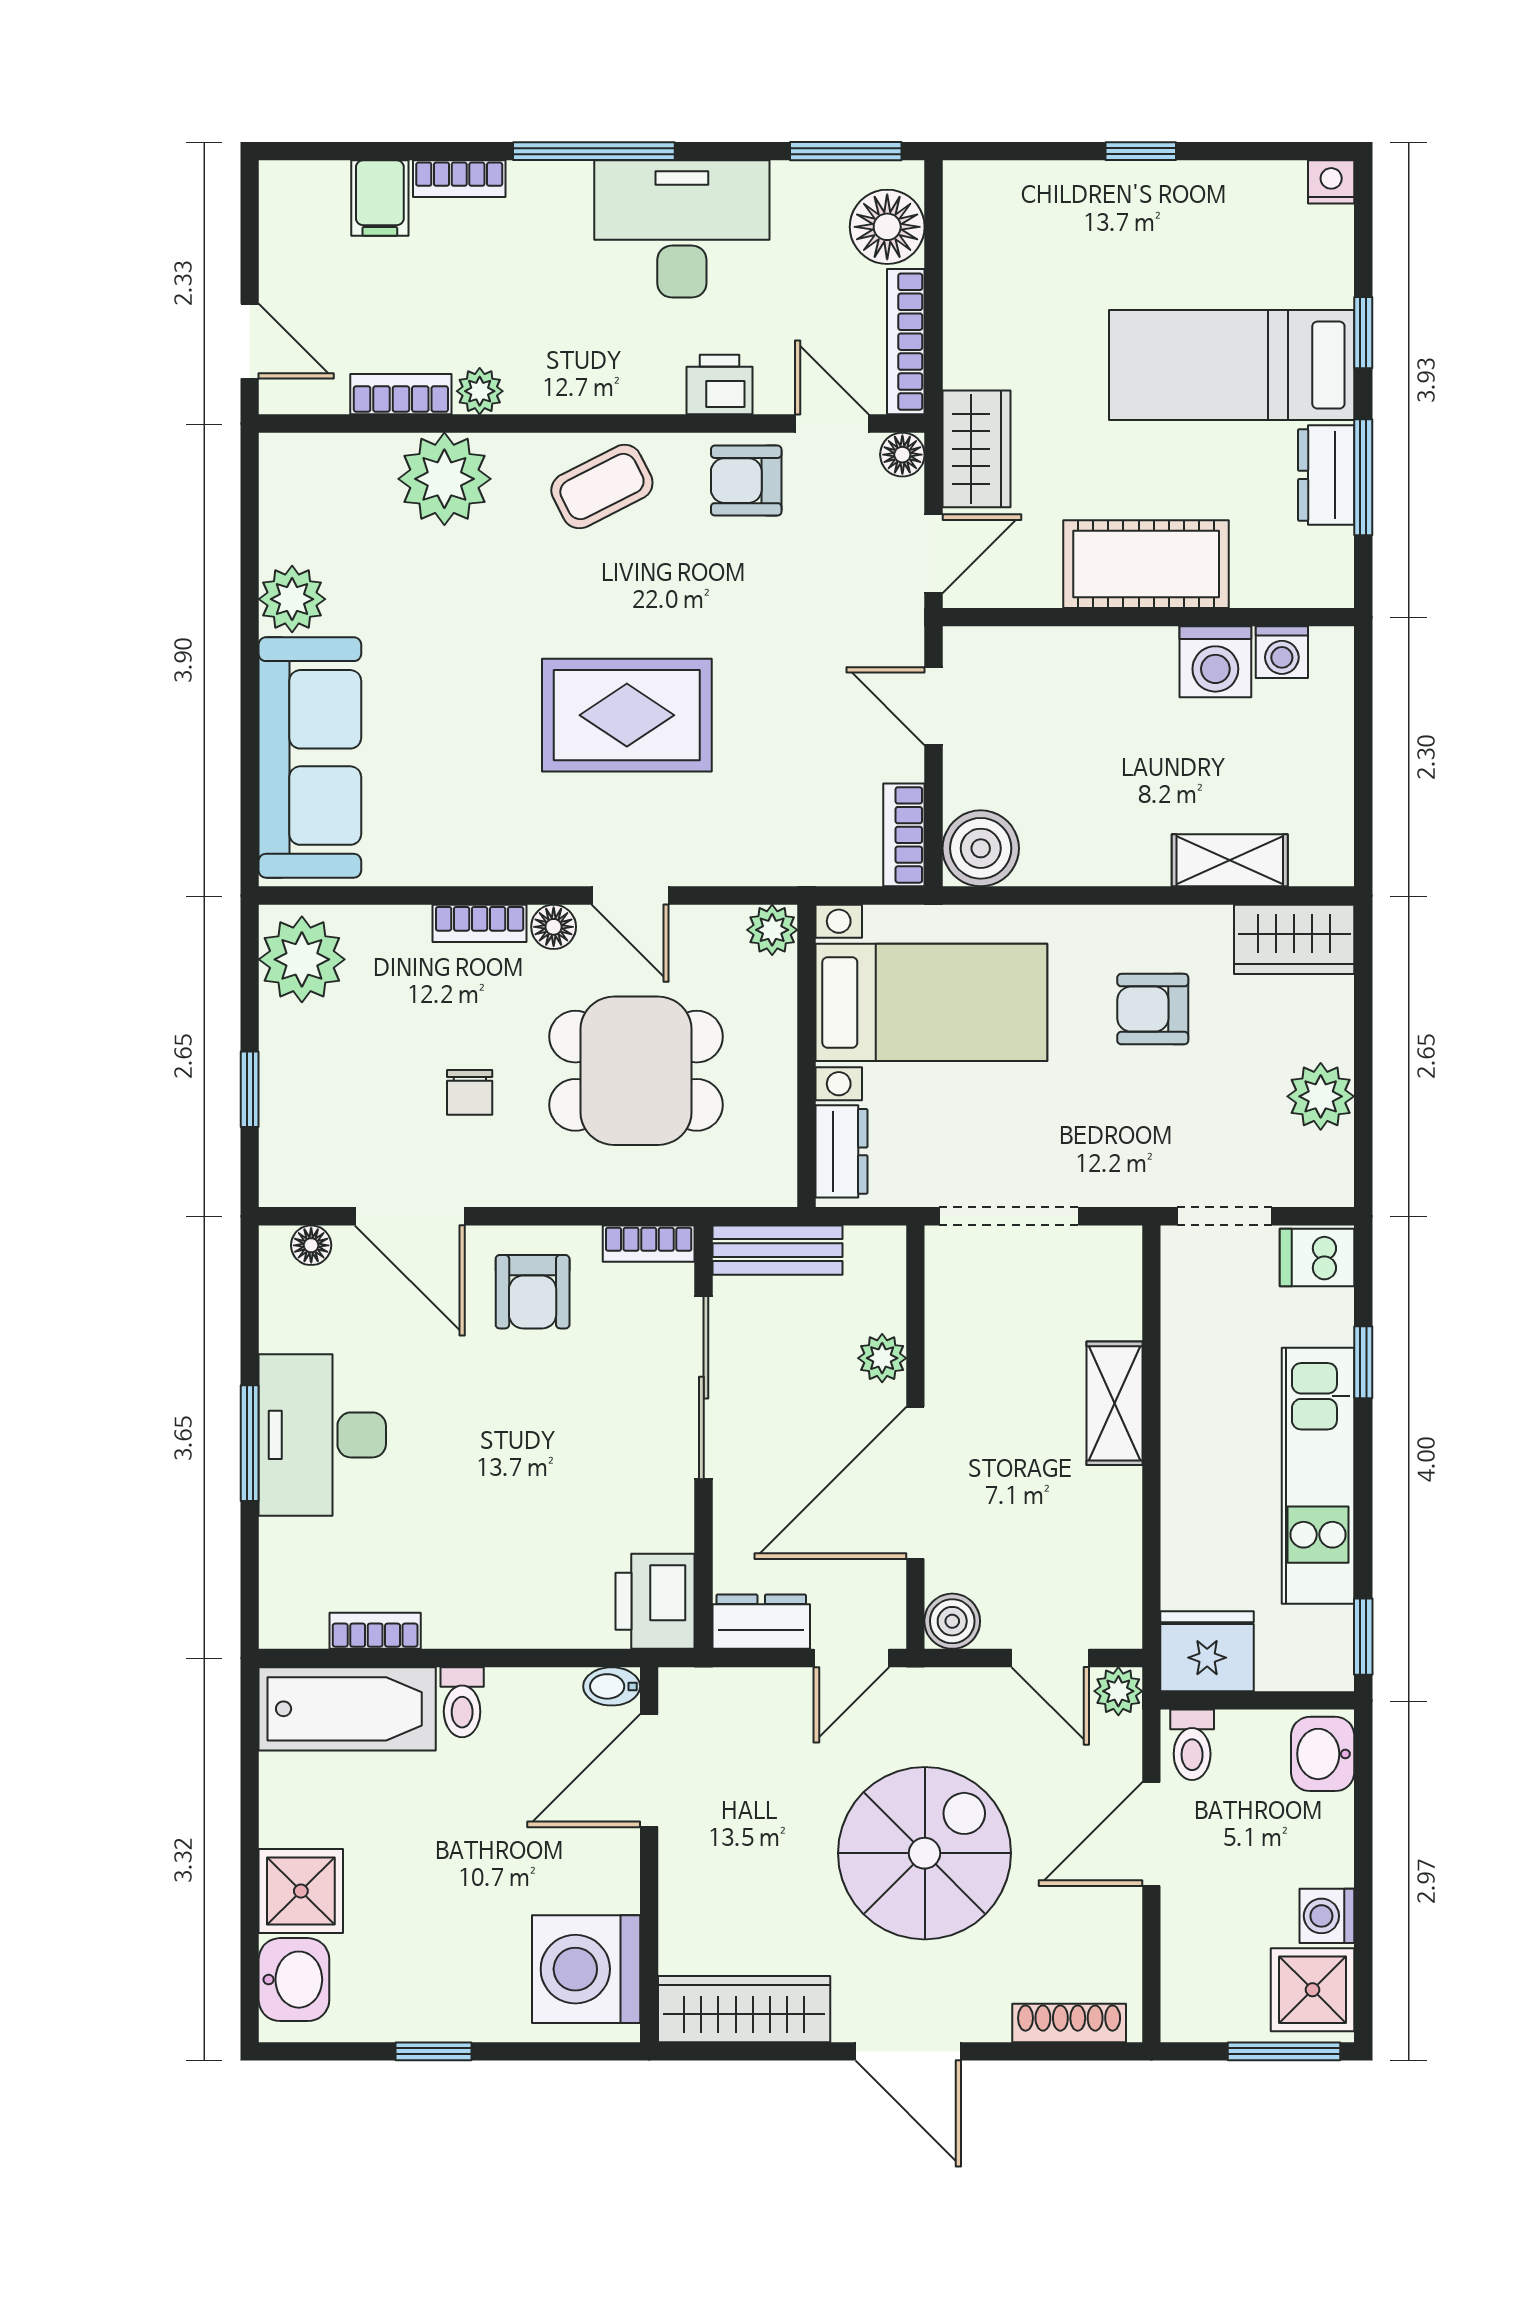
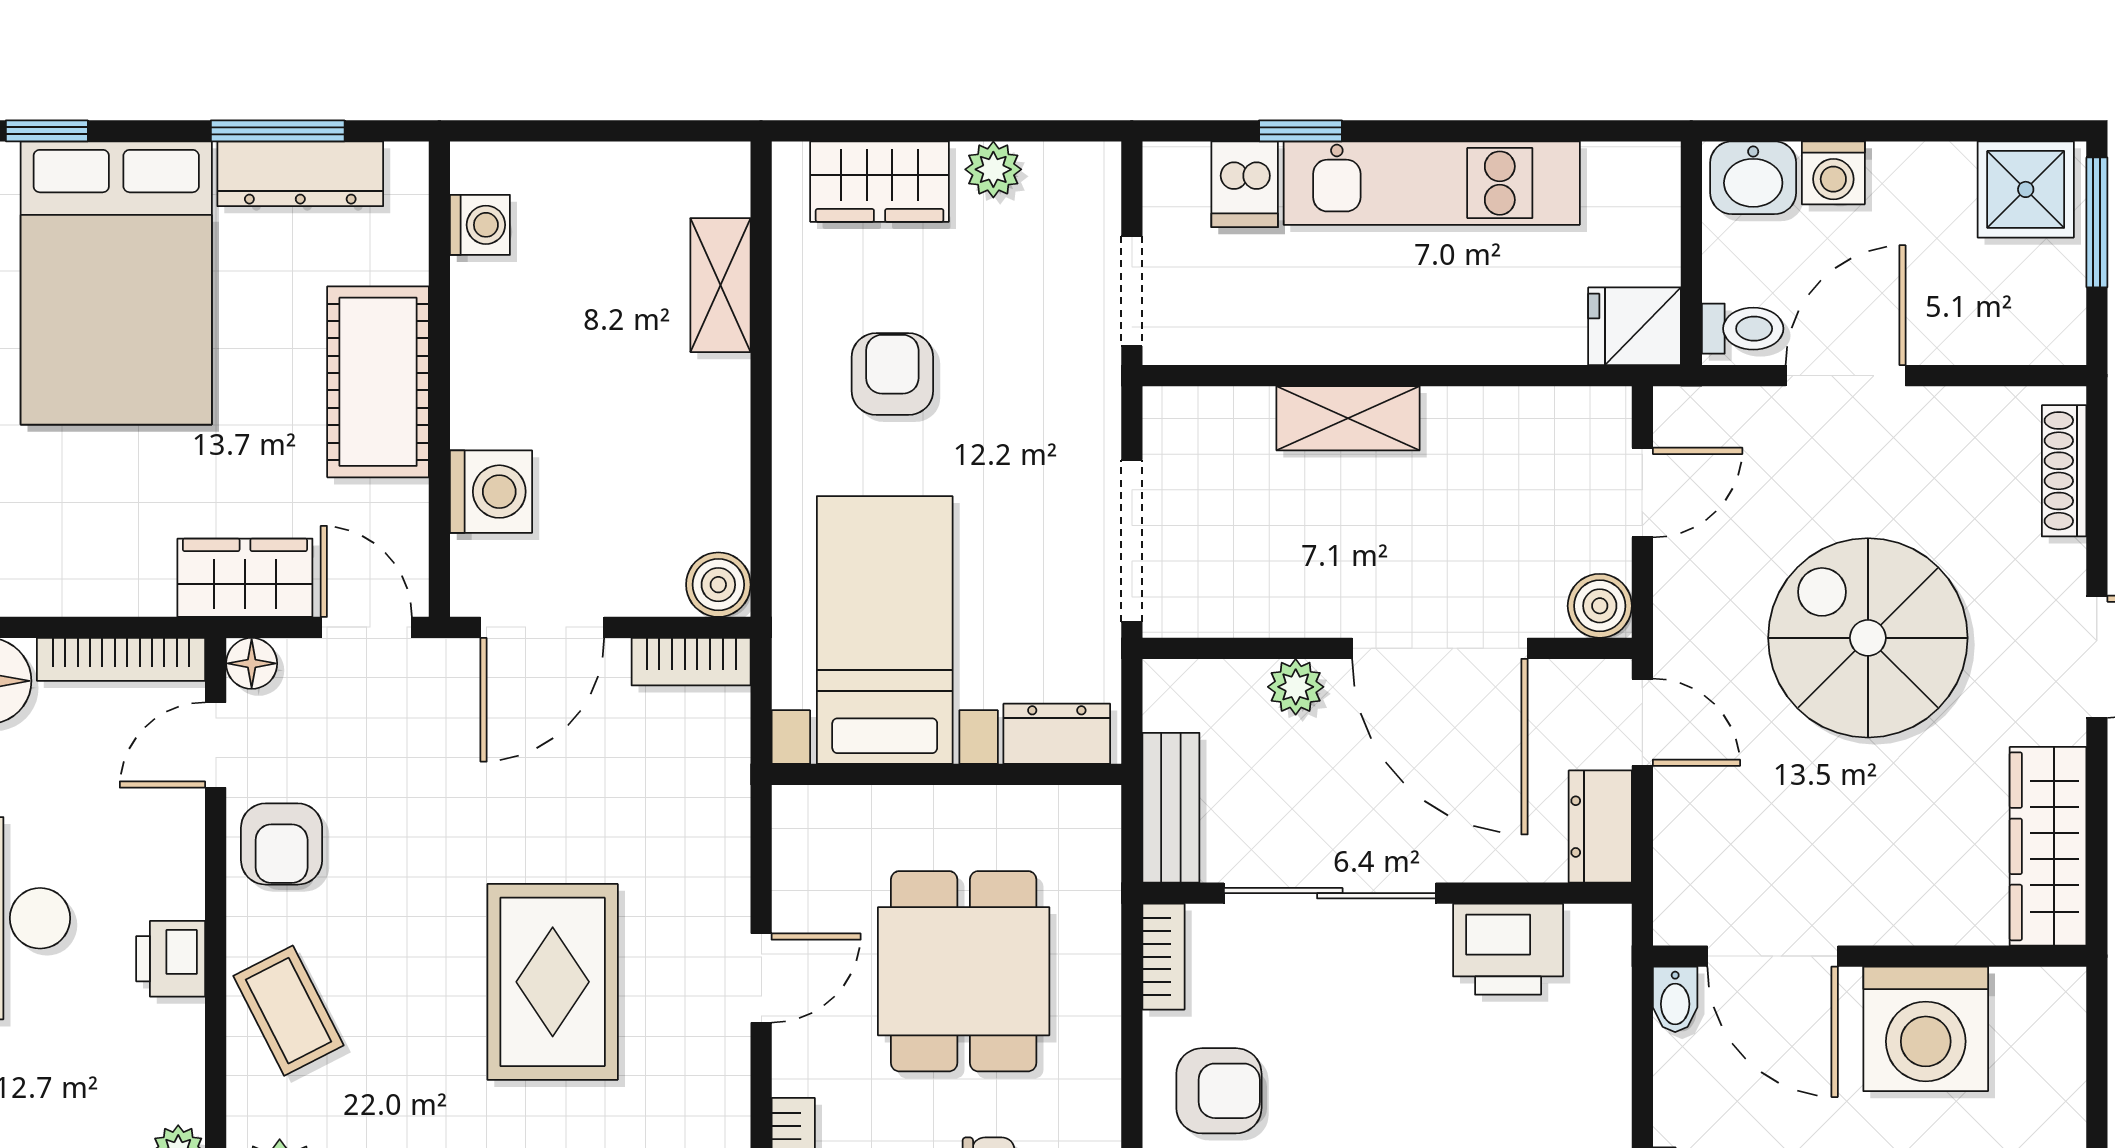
window: (1363, 333) -> (47, 131), moved
bed: (1232, 365) -> (116, 283), width x1.50
printer: (719, 385) -> (171, 959), moved
dresser: (1326, 475) -> (300, 174), width x1.44
washing machine: (1215, 662) -> (491, 492), moved
door: (934, 706) -> (542, 627), width x1.37
boiler: (981, 848) -> (718, 585), width x0.73, depth x0.73
floor lamp: (554, 927) -> (797, 1067), removed
plant: (772, 930) -> (801, 814), removed
wardrobe: (1294, 939) -> (880, 182), moved, turned 90
armchair: (1153, 1009) -> (892, 374), turned 180
plant: (1321, 1096) -> (993, 169), width x0.73, depth x0.73
dishwasher: (1317, 1257) -> (1245, 184), moved
printer: (655, 1601) -> (1508, 949), moved
window: (1363, 1637) -> (1618, 131), removed
fridge: (1207, 1651) -> (1634, 326), width x0.72
plant: (1118, 1691) -> (1681, 414), removed
door: (1151, 1834) -> (1846, 376), swing flipped
washing machine: (1327, 1916) -> (1833, 173), moved
washing machine: (586, 1969) -> (1926, 1029), moved

